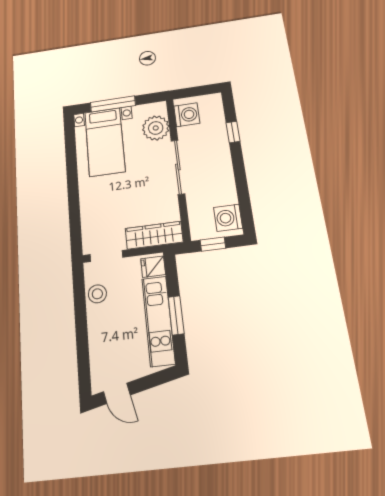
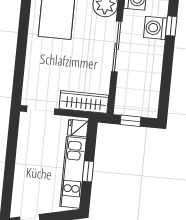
washing machine: (228, 218) -> (155, 28), moved
stool: (97, 294) -> (28, 140), removed
window: (176, 315) -> (88, 171), width x0.67

